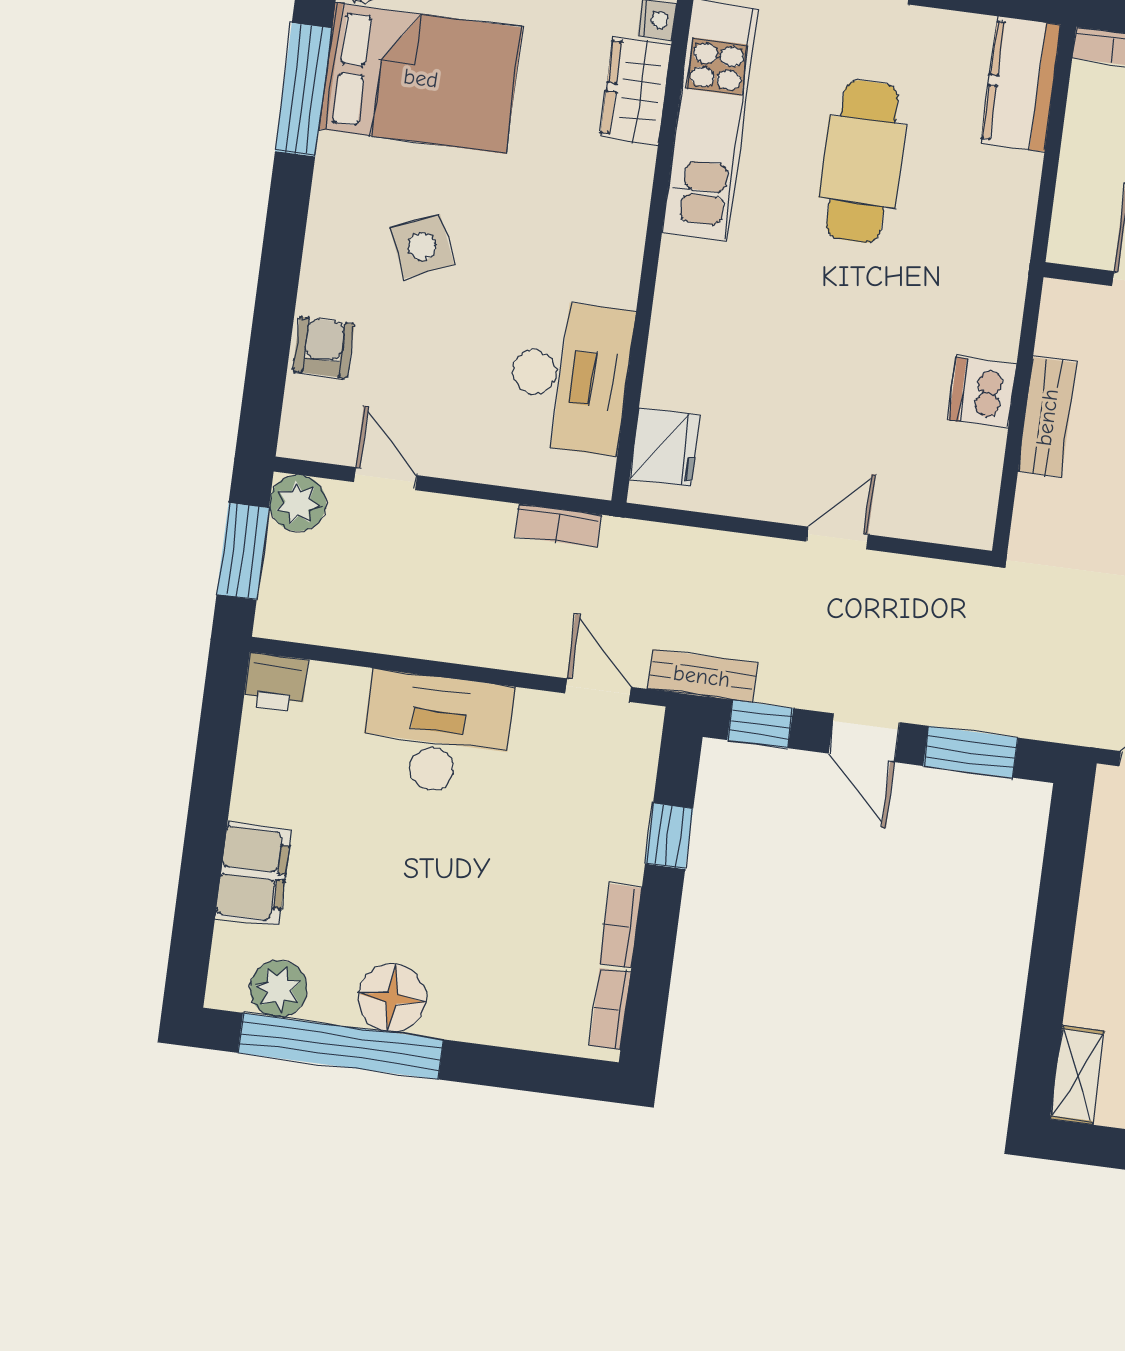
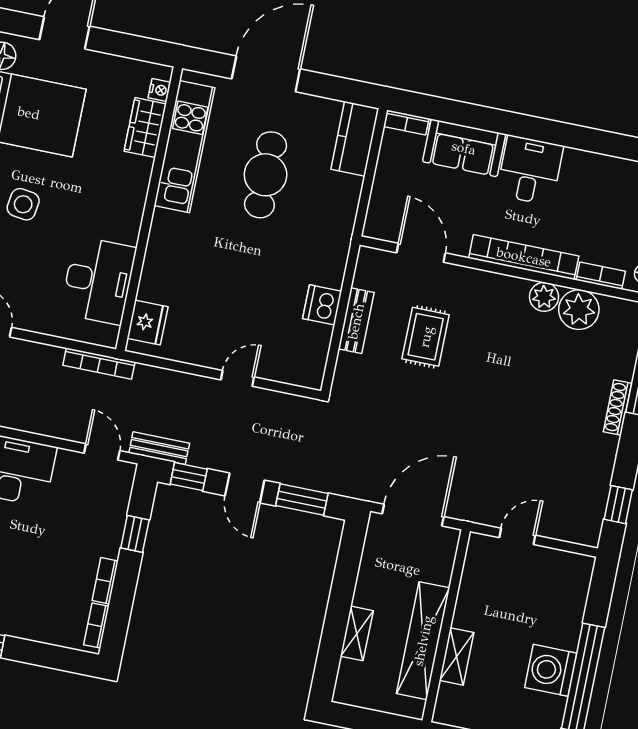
side table: (422, 246) -> (23, 204), turned 31
bookcase: (558, 526) -> (99, 364), width x1.56
shelving: (1077, 1075) -> (357, 633), moved

